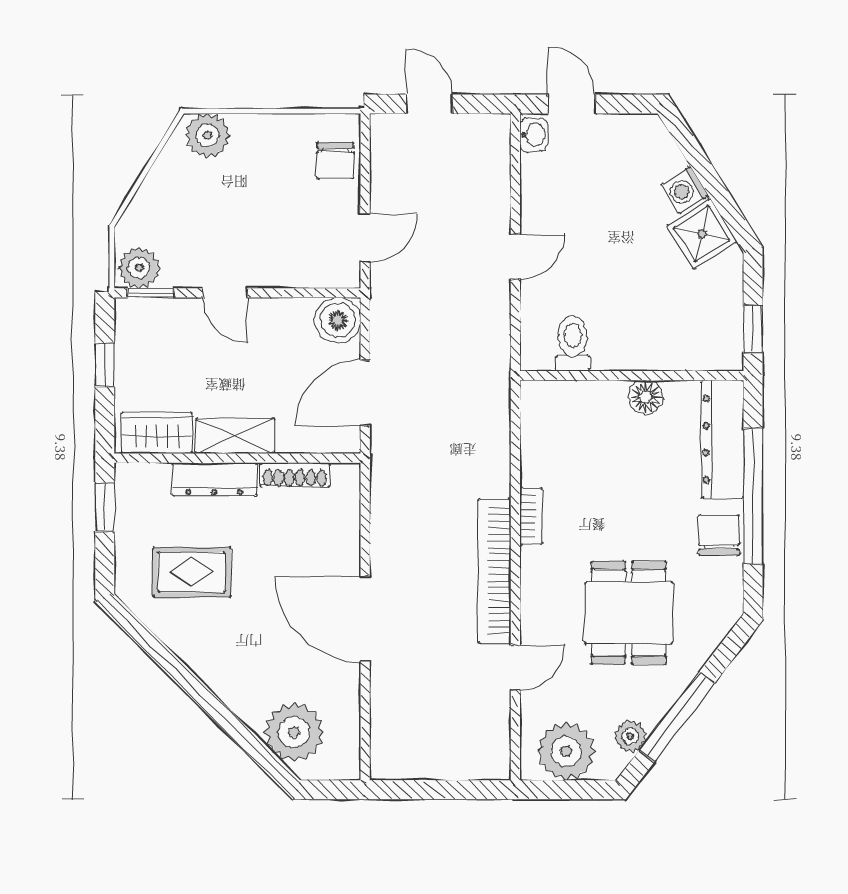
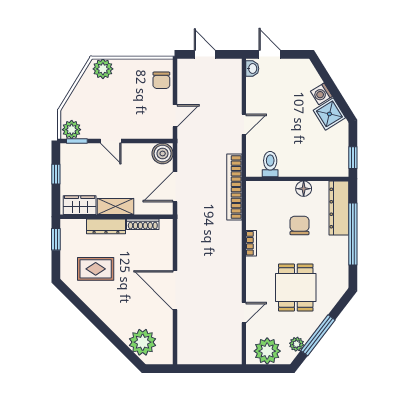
chair: (719, 535) -> (299, 226), moved
bookcase: (494, 571) -> (234, 187), moved

